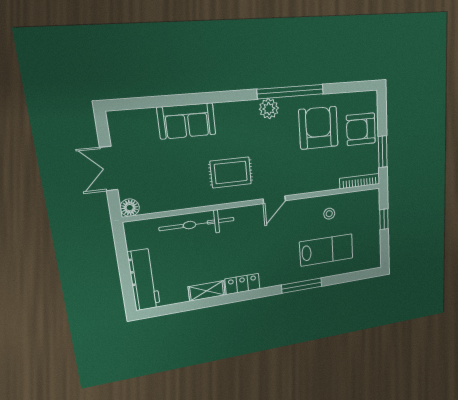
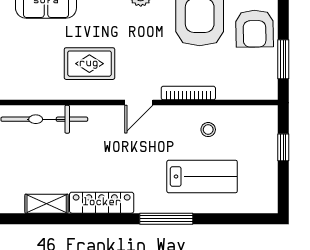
armchair: (361, 129) -> (254, 29), turned -91
bookcase: (360, 181) -> (188, 93), moved
locker: (242, 284) -> (102, 203), width x1.53

